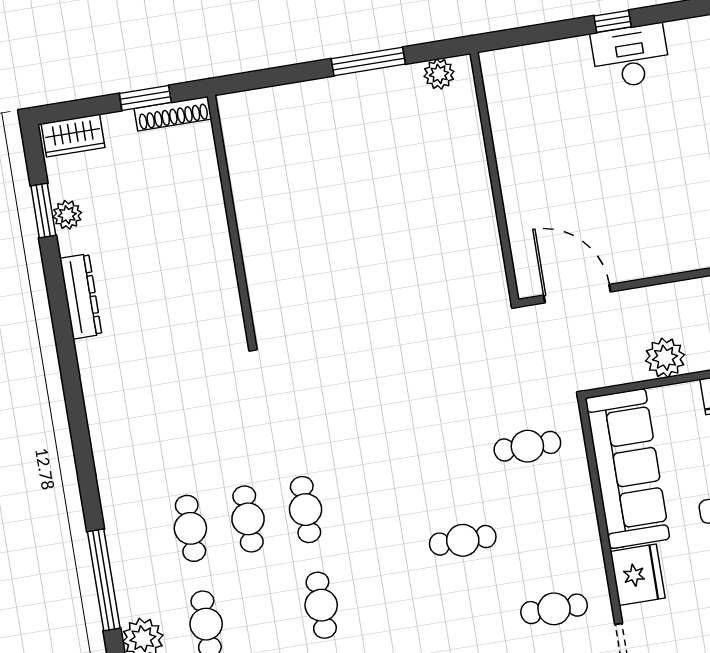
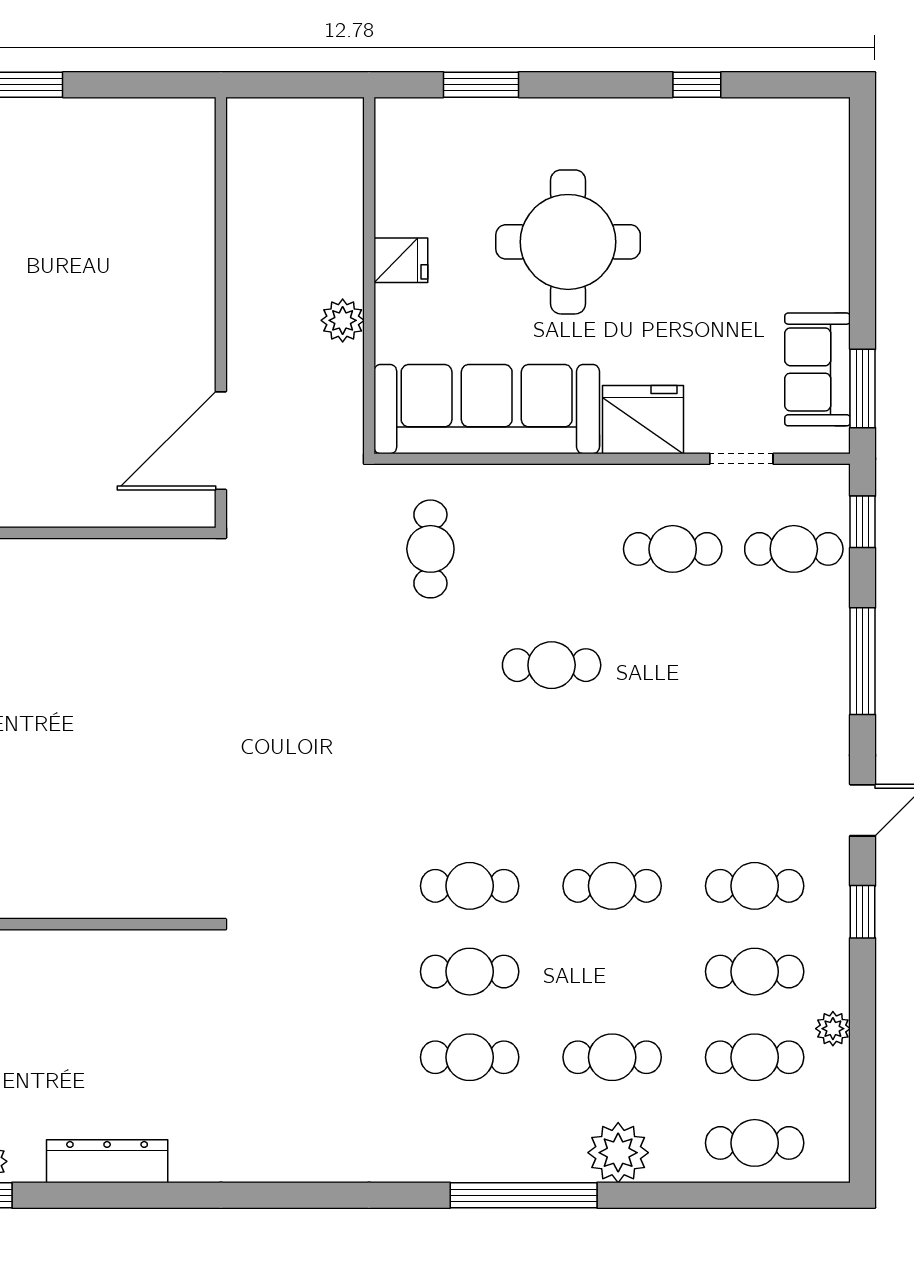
plant: (665, 358) -> (343, 320), width x0.73, depth x0.73
cafe table: (463, 540) -> (552, 665), turned 90
cafe table: (554, 609) -> (673, 549), turned 90

